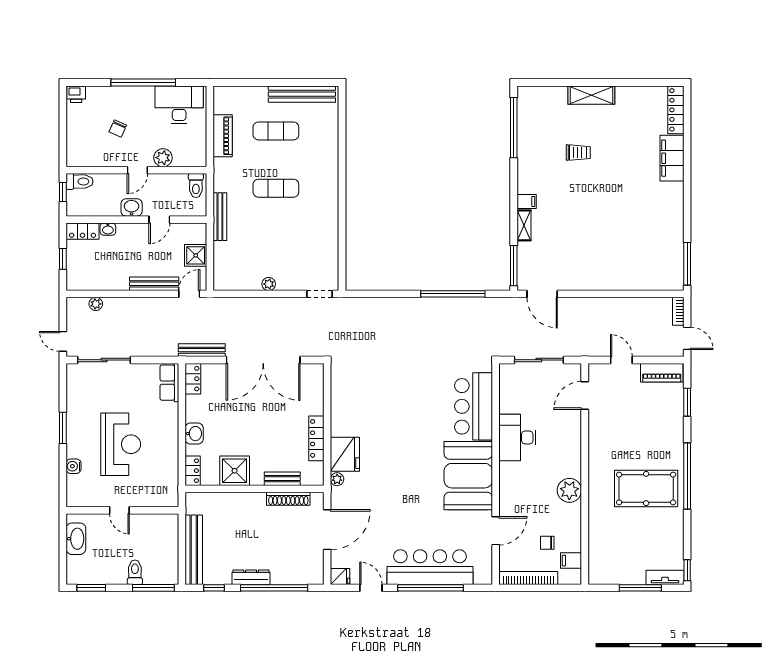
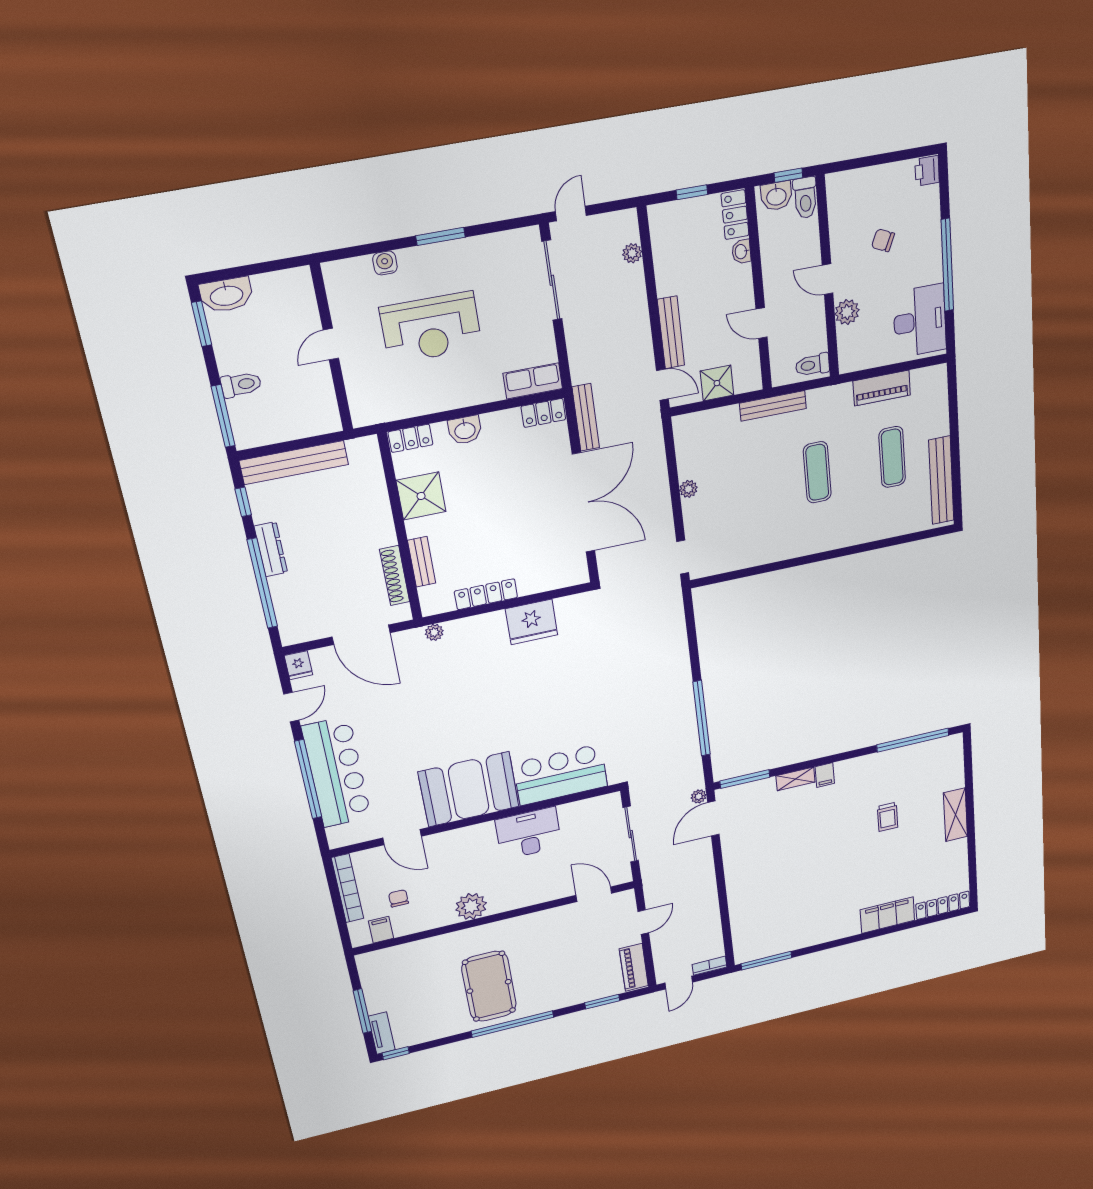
washbasin: (132, 207) -> (776, 196), moved, turned 90
plant: (520, 303) -> (699, 796), added
double door: (263, 360) -> (584, 503), swing flipped
fridge: (345, 454) -> (532, 622), moved
washbasin: (76, 539) -> (226, 295), moved

